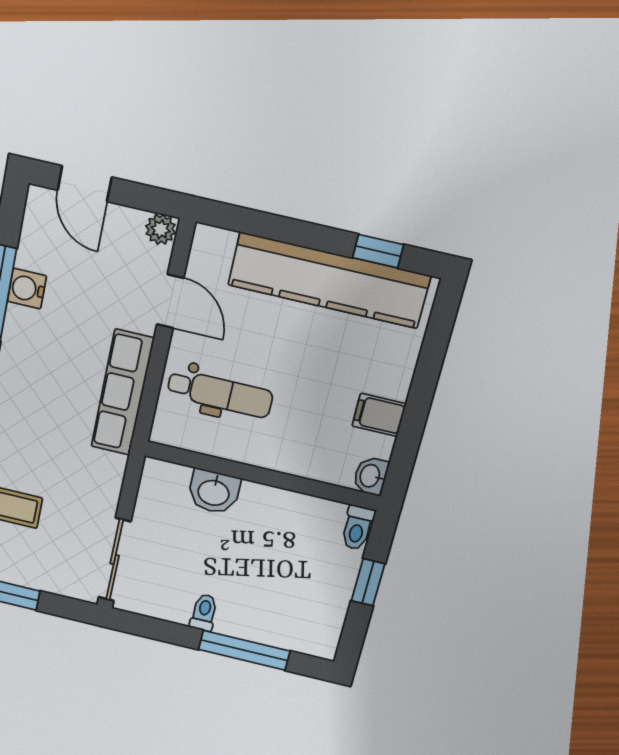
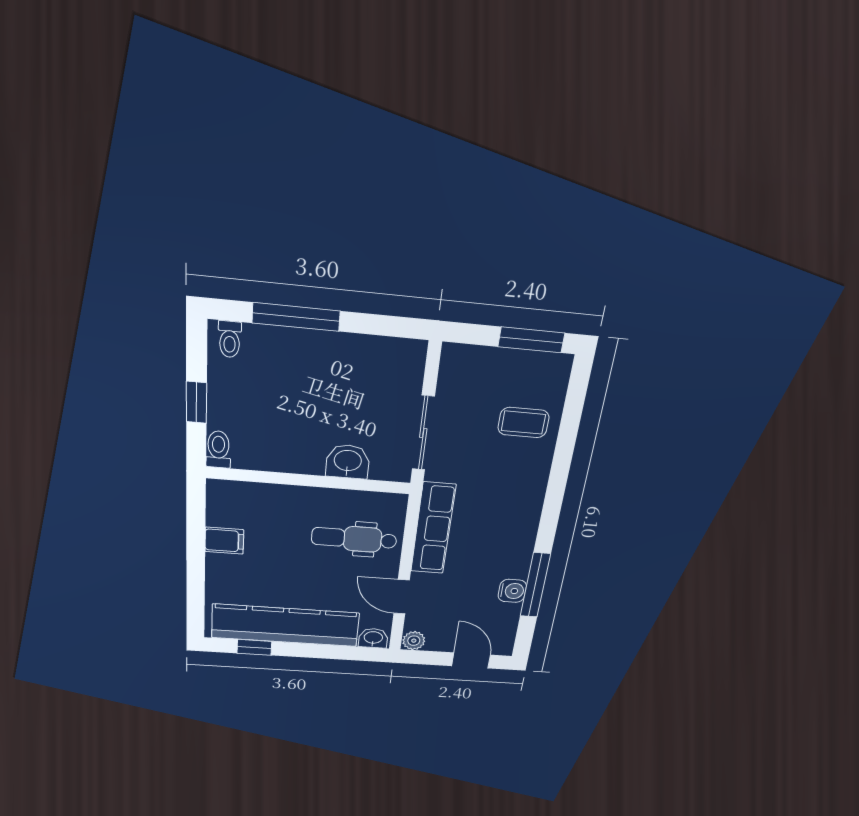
washbasin: (371, 476) -> (373, 638), moved, turned -90
sliding door: (115, 560) -> (423, 433), moved
toilet: (204, 613) -> (230, 339), moved

